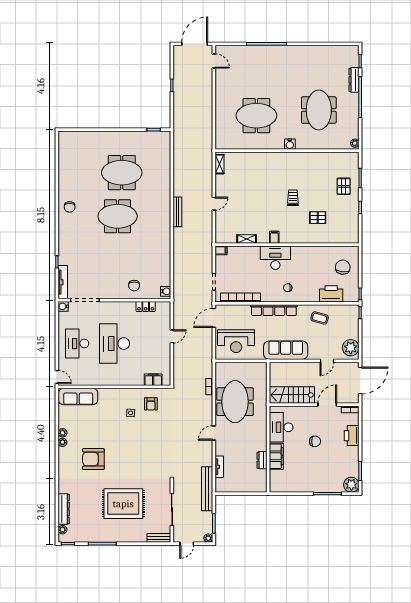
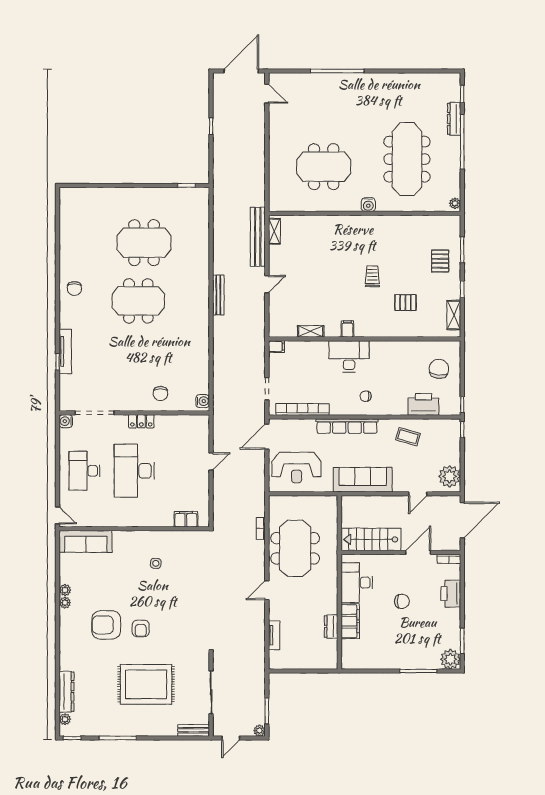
meeting table: (319, 110) -> (407, 159), width x1.36
shelving: (354, 227) -> (454, 315), added
tv unit: (63, 282) -> (65, 351), moved
locker: (146, 306) -> (141, 421), moved
armchair: (151, 404) -> (141, 628), moved
bench: (207, 489) -> (258, 237), moved

